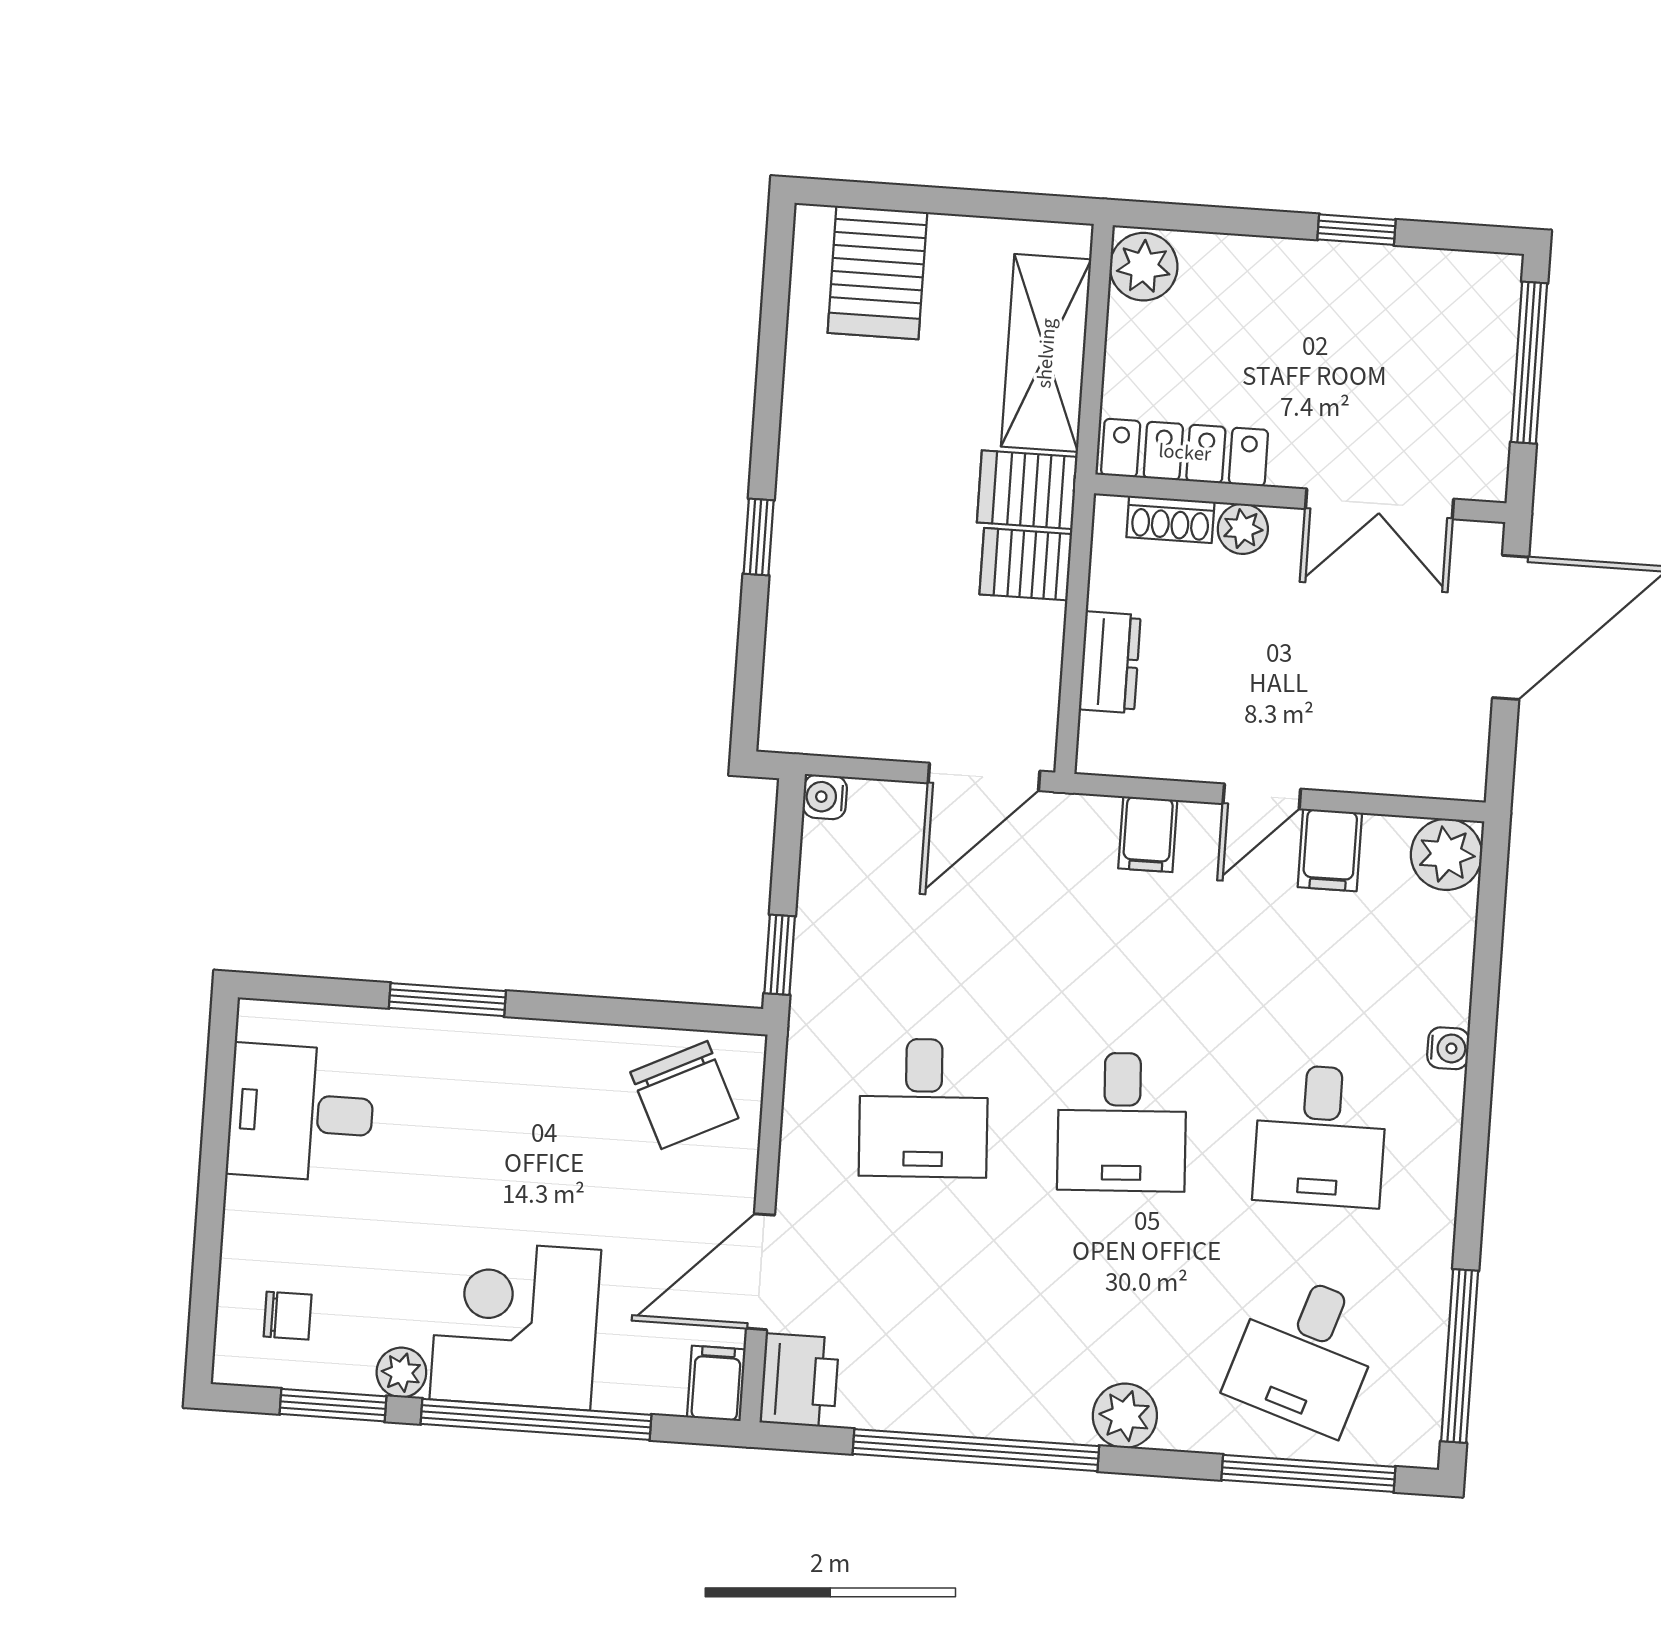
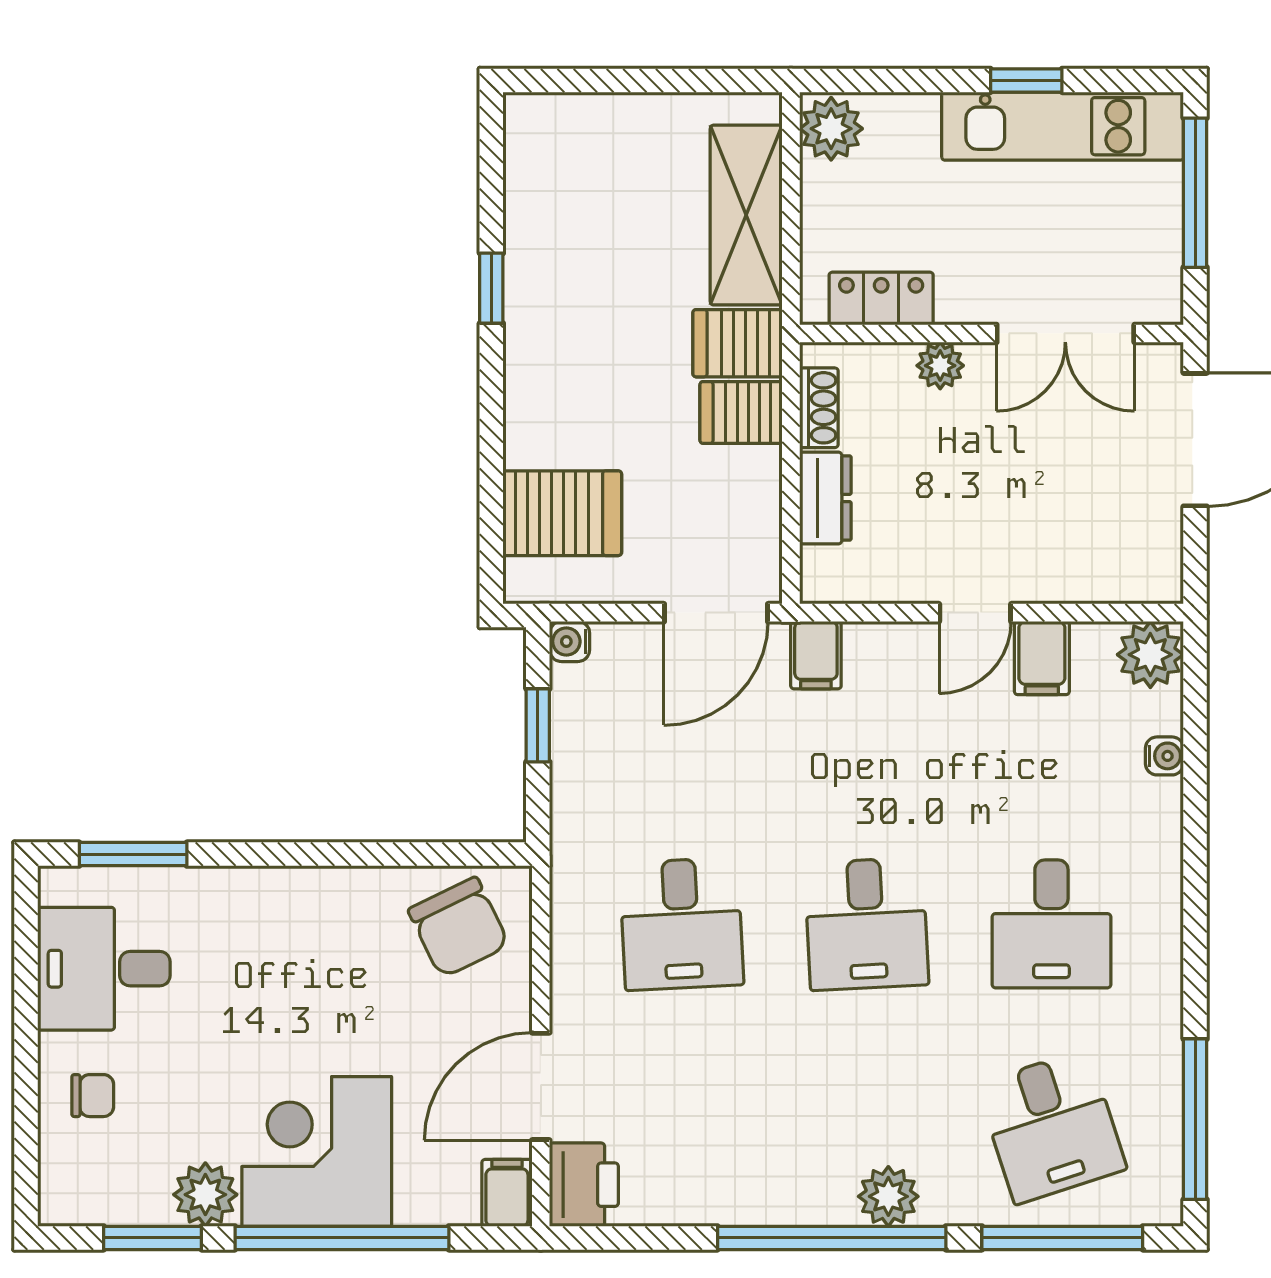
server rack: (877, 273) -> (562, 513), moved, turned -90
kitchen unit: (1392, 281) -> (1063, 126), added
locker: (1185, 452) -> (881, 298), width x0.66
shoe rack: (1170, 519) -> (819, 408), moved, turned -90
window: (759, 537) -> (491, 288), moved
filing cabinet: (1148, 834) -> (816, 655), moved
window: (780, 955) -> (538, 725), moved
window: (447, 1000) -> (133, 854), moved
water cooler: (1448, 1048) -> (1164, 756), moved
chair: (288, 1316) -> (93, 1096), moved
desk: (1305, 1353) -> (1051, 1126), turned -36
plant: (401, 1372) -> (205, 1195), width x1.38, depth x1.38
window: (976, 1450) -> (832, 1238), moved

